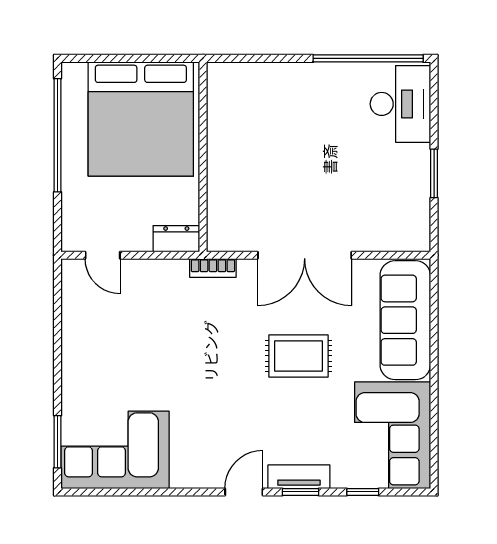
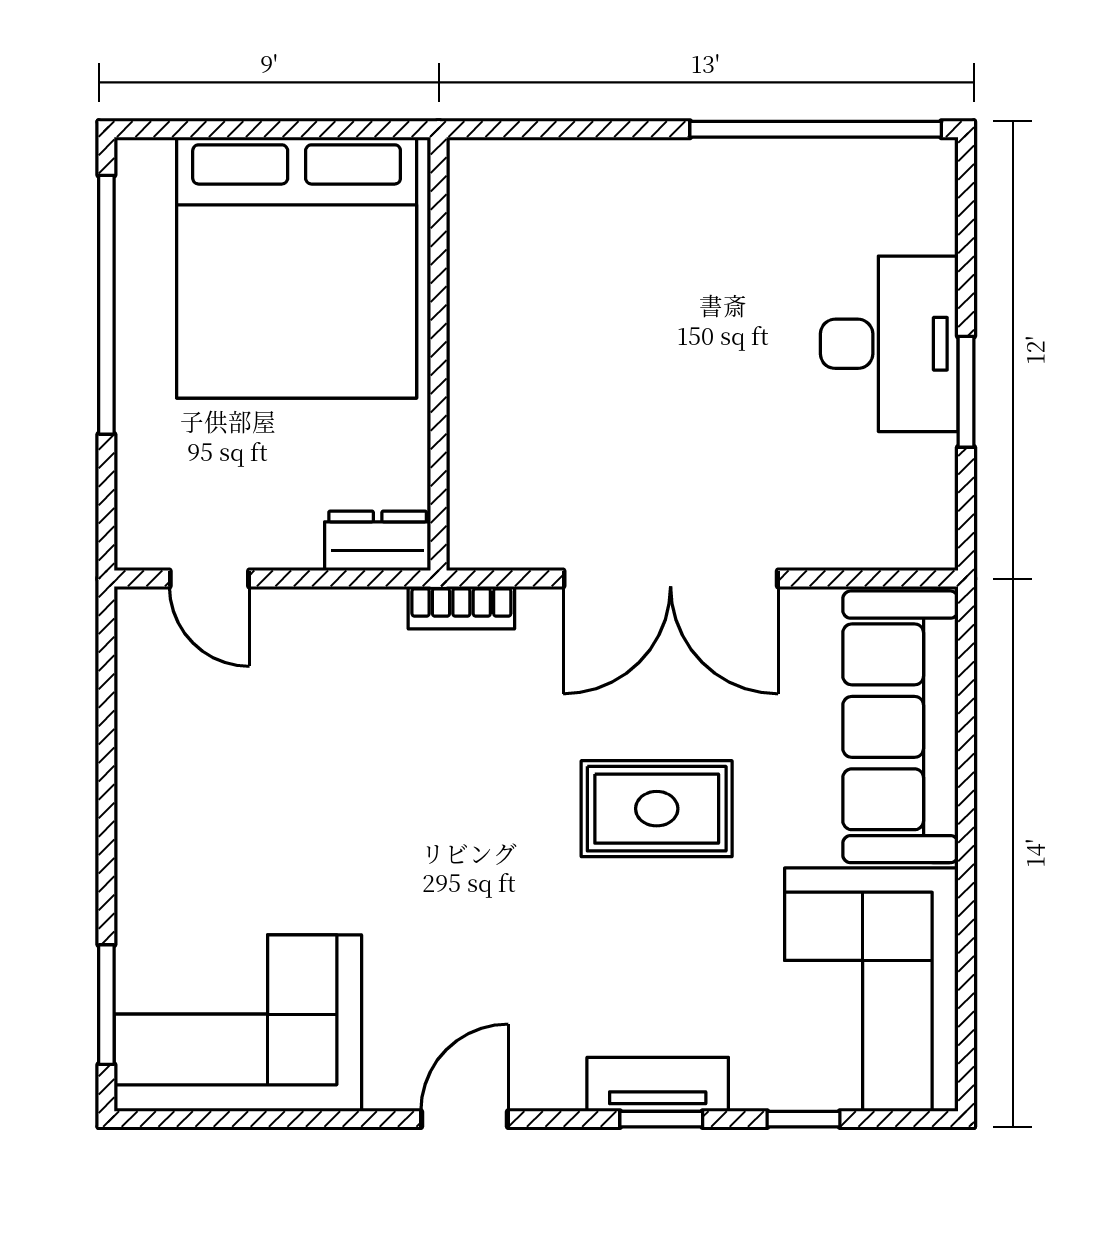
desk: (400, 104) -> (889, 344), moved
door: (244, 492) -> (464, 1119), moved

